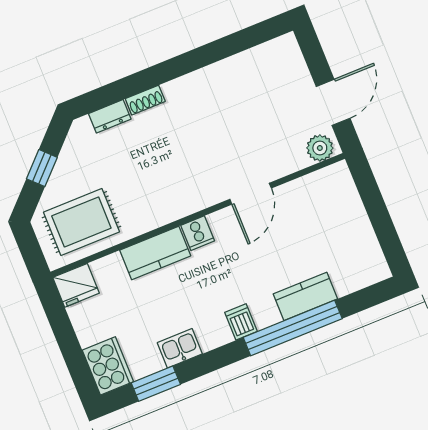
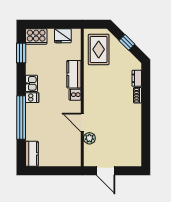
plant: (320, 148) -> (89, 138), moved
fridge: (76, 285) -> (63, 36), moved, turned -90
kitchen counter: (305, 296) -> (32, 154), moved
kitchen sink: (180, 348) -> (31, 83), moved

